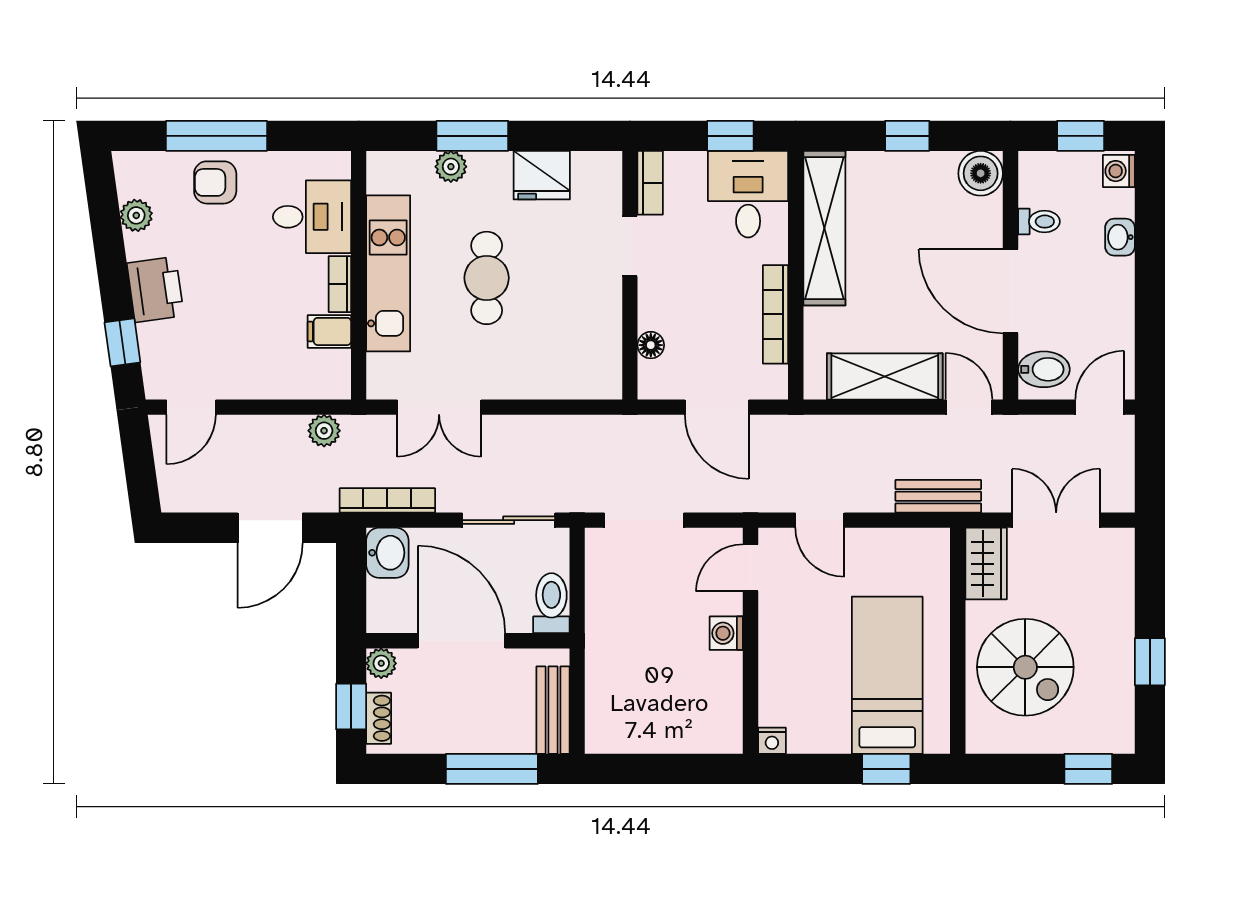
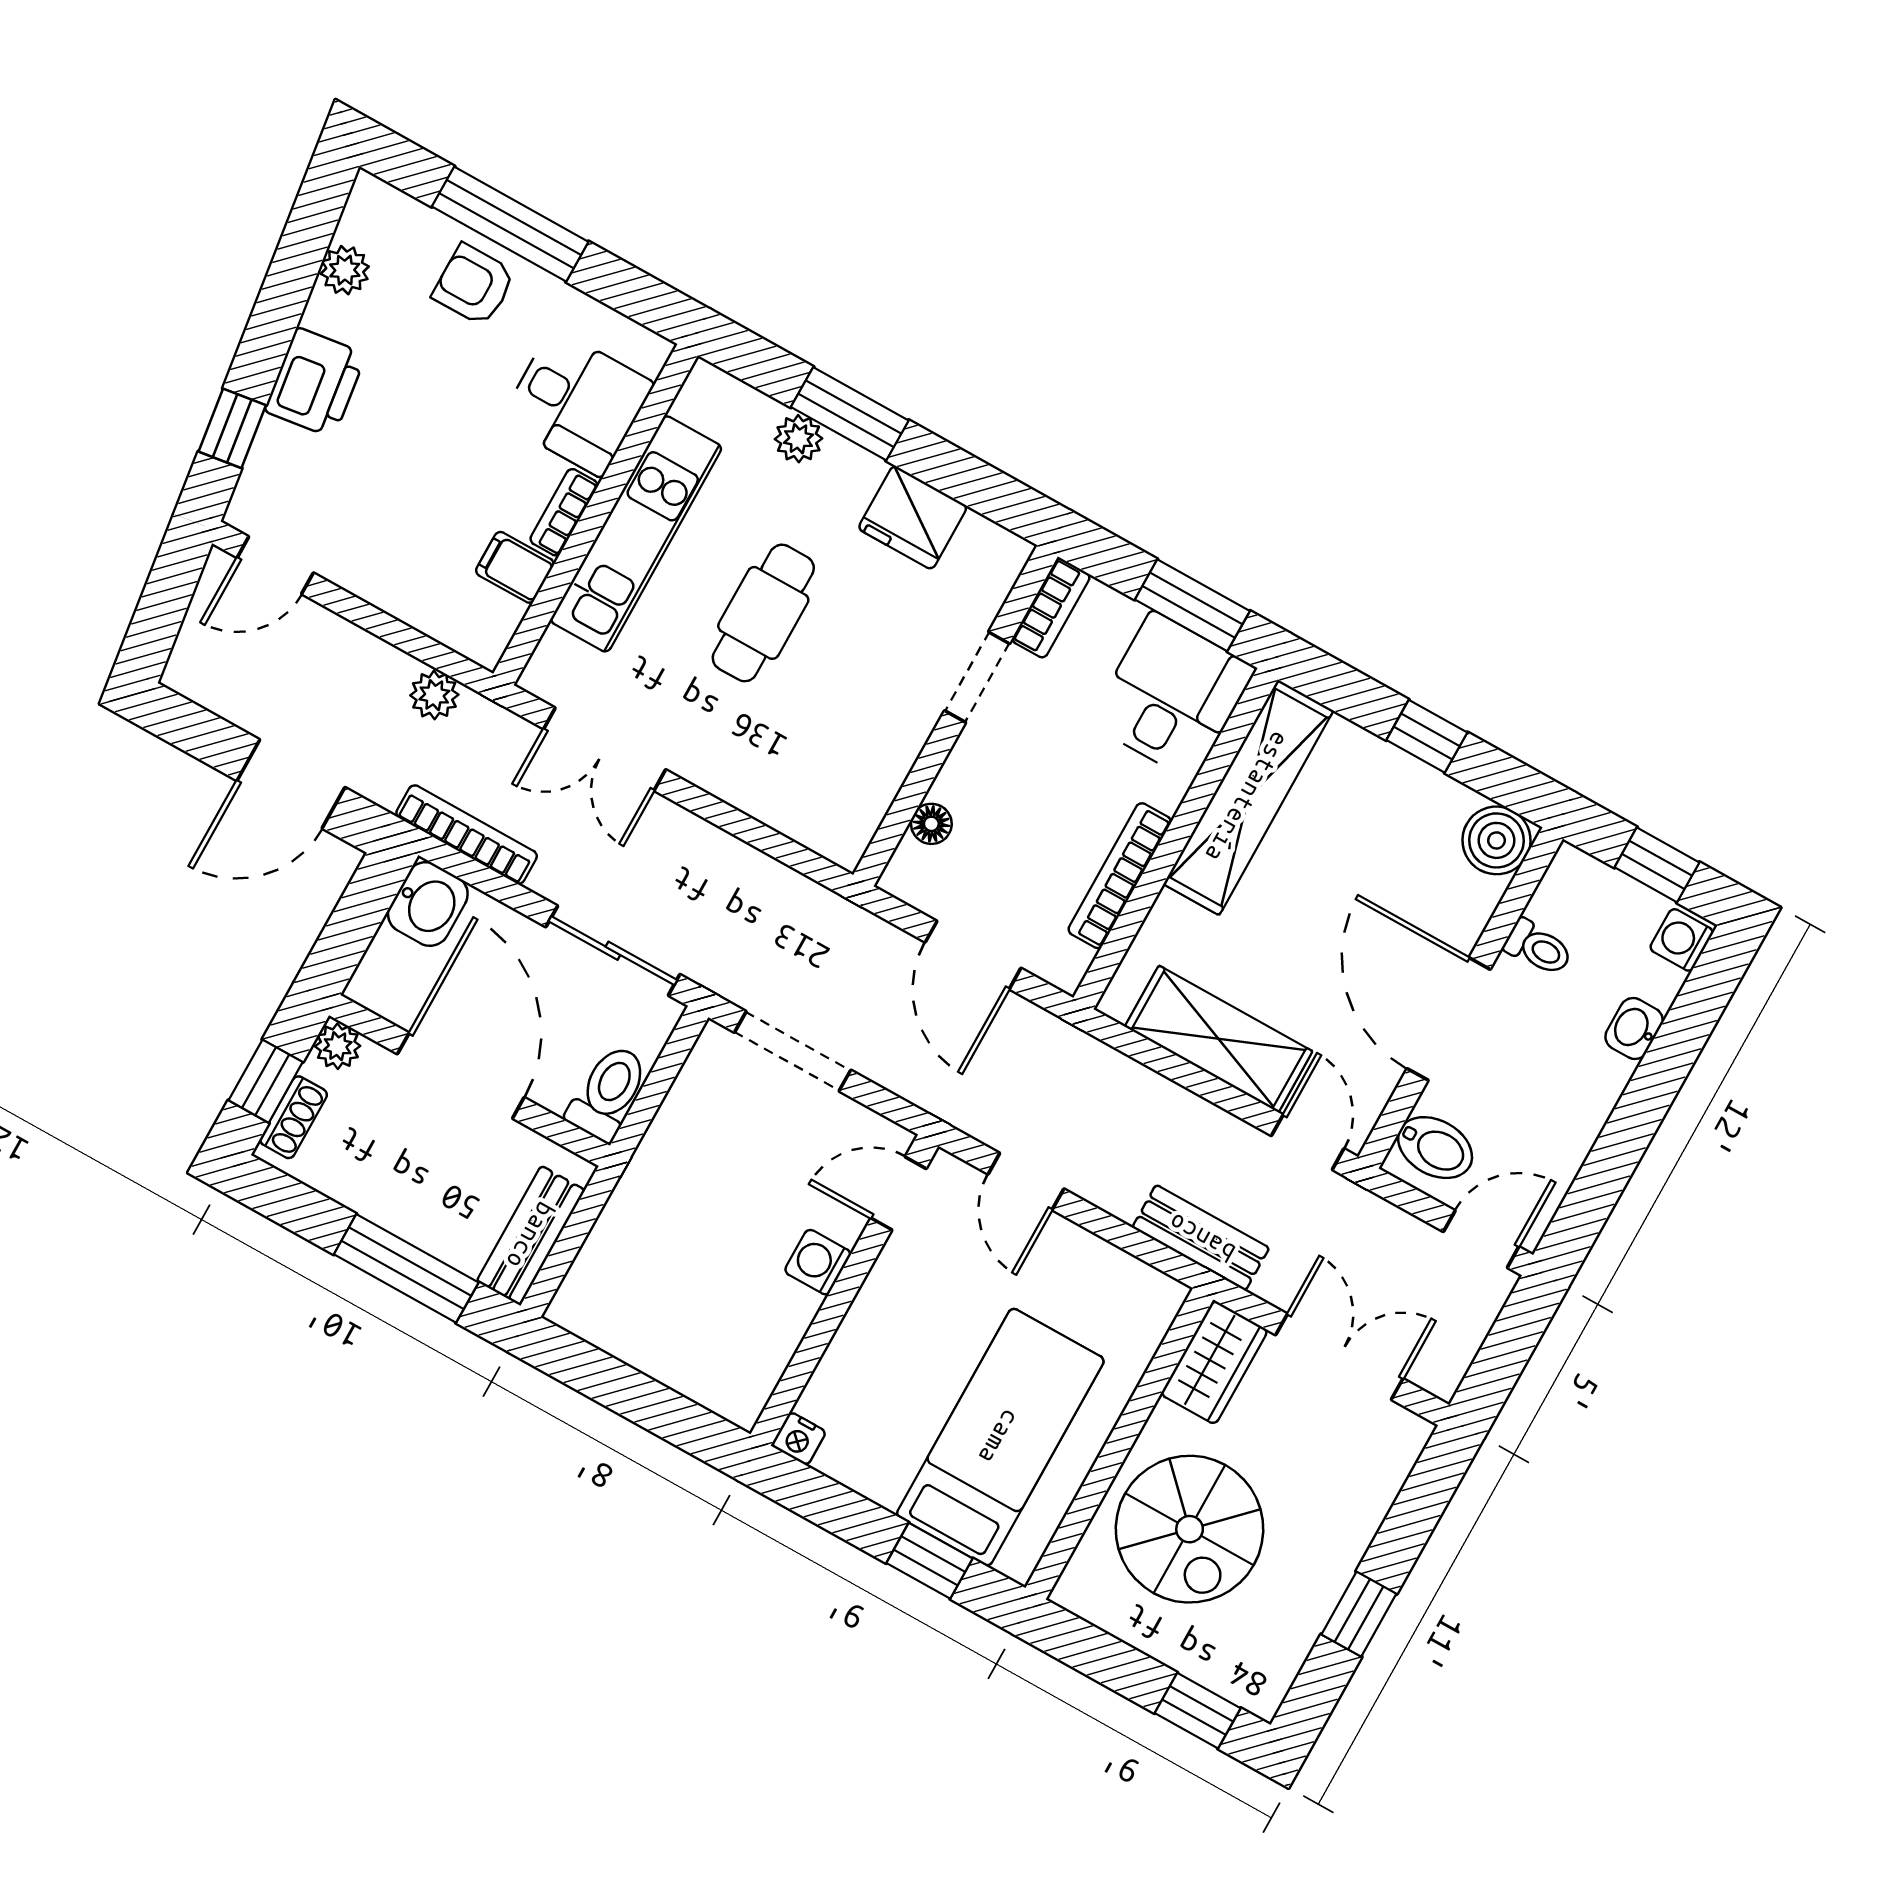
window: (730, 136) -> (1192, 605), width x1.50

